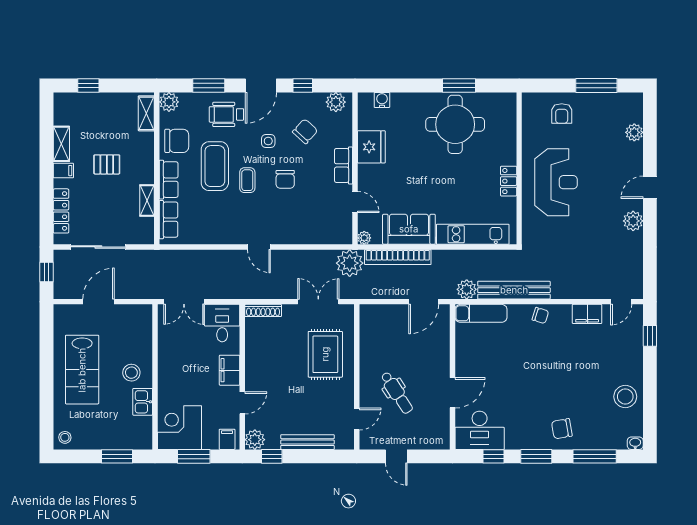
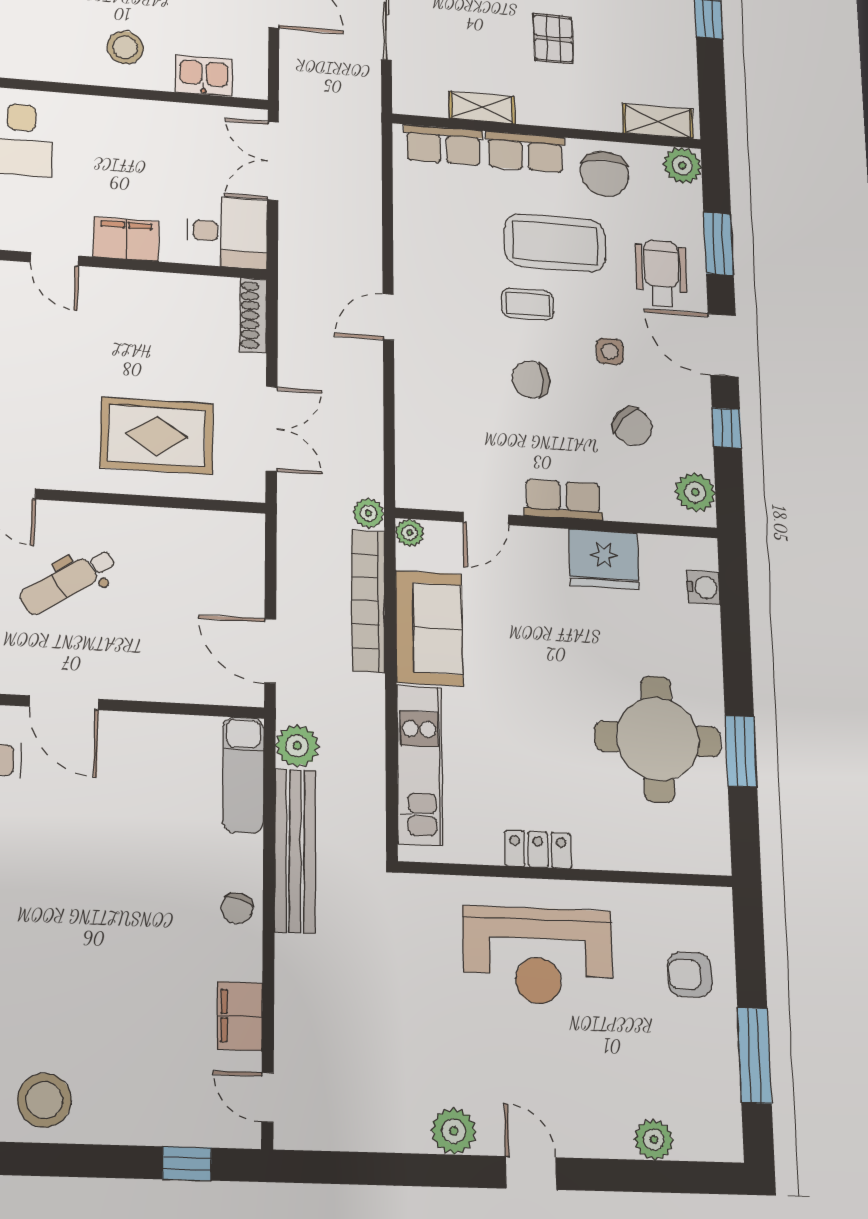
plant: (350, 263) -> (369, 513), width x0.53, depth x0.53
kitchen sink: (143, 402) -> (204, 76), moved

